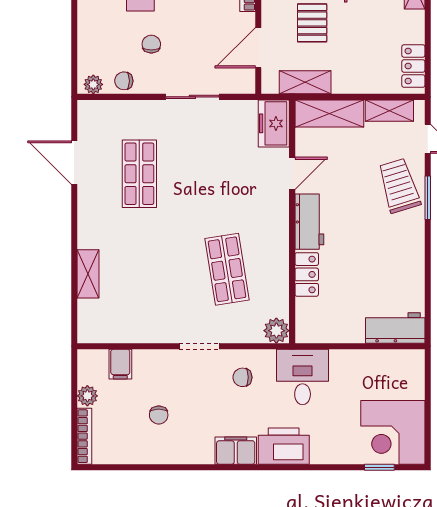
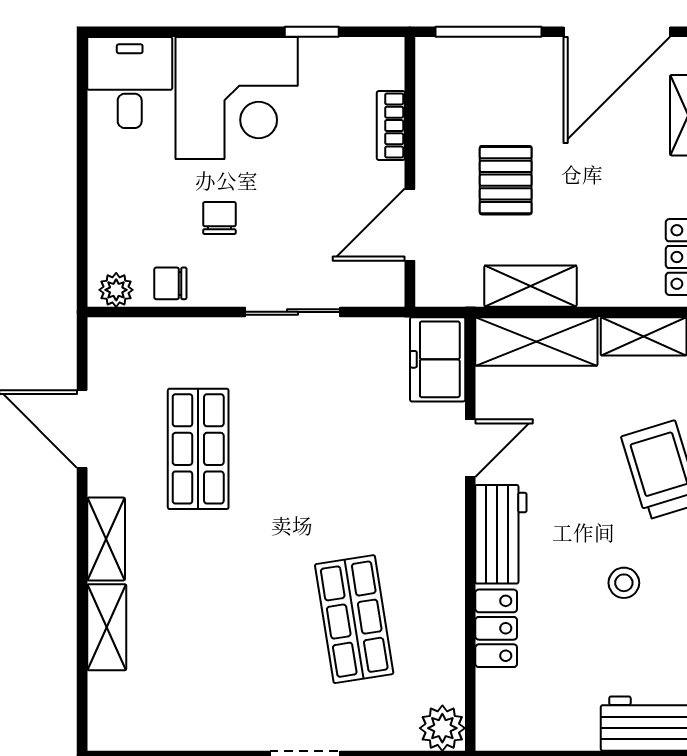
shelving: (305, 82) -> (530, 286), moved
shelving: (88, 224) -> (106, 539), added
stool: (378, 249) -> (624, 583), added

